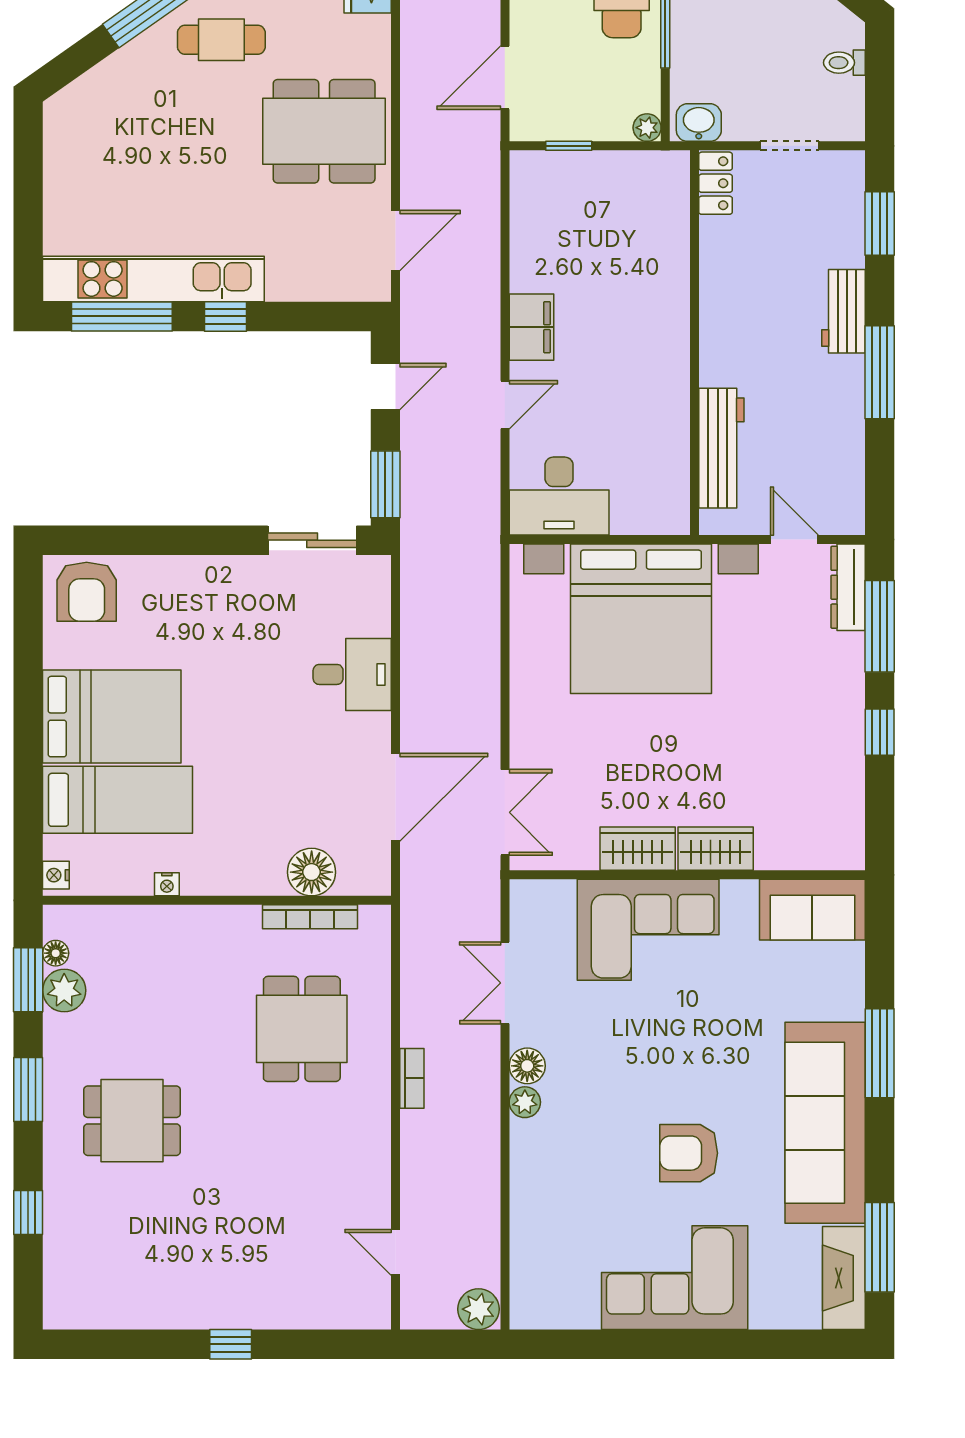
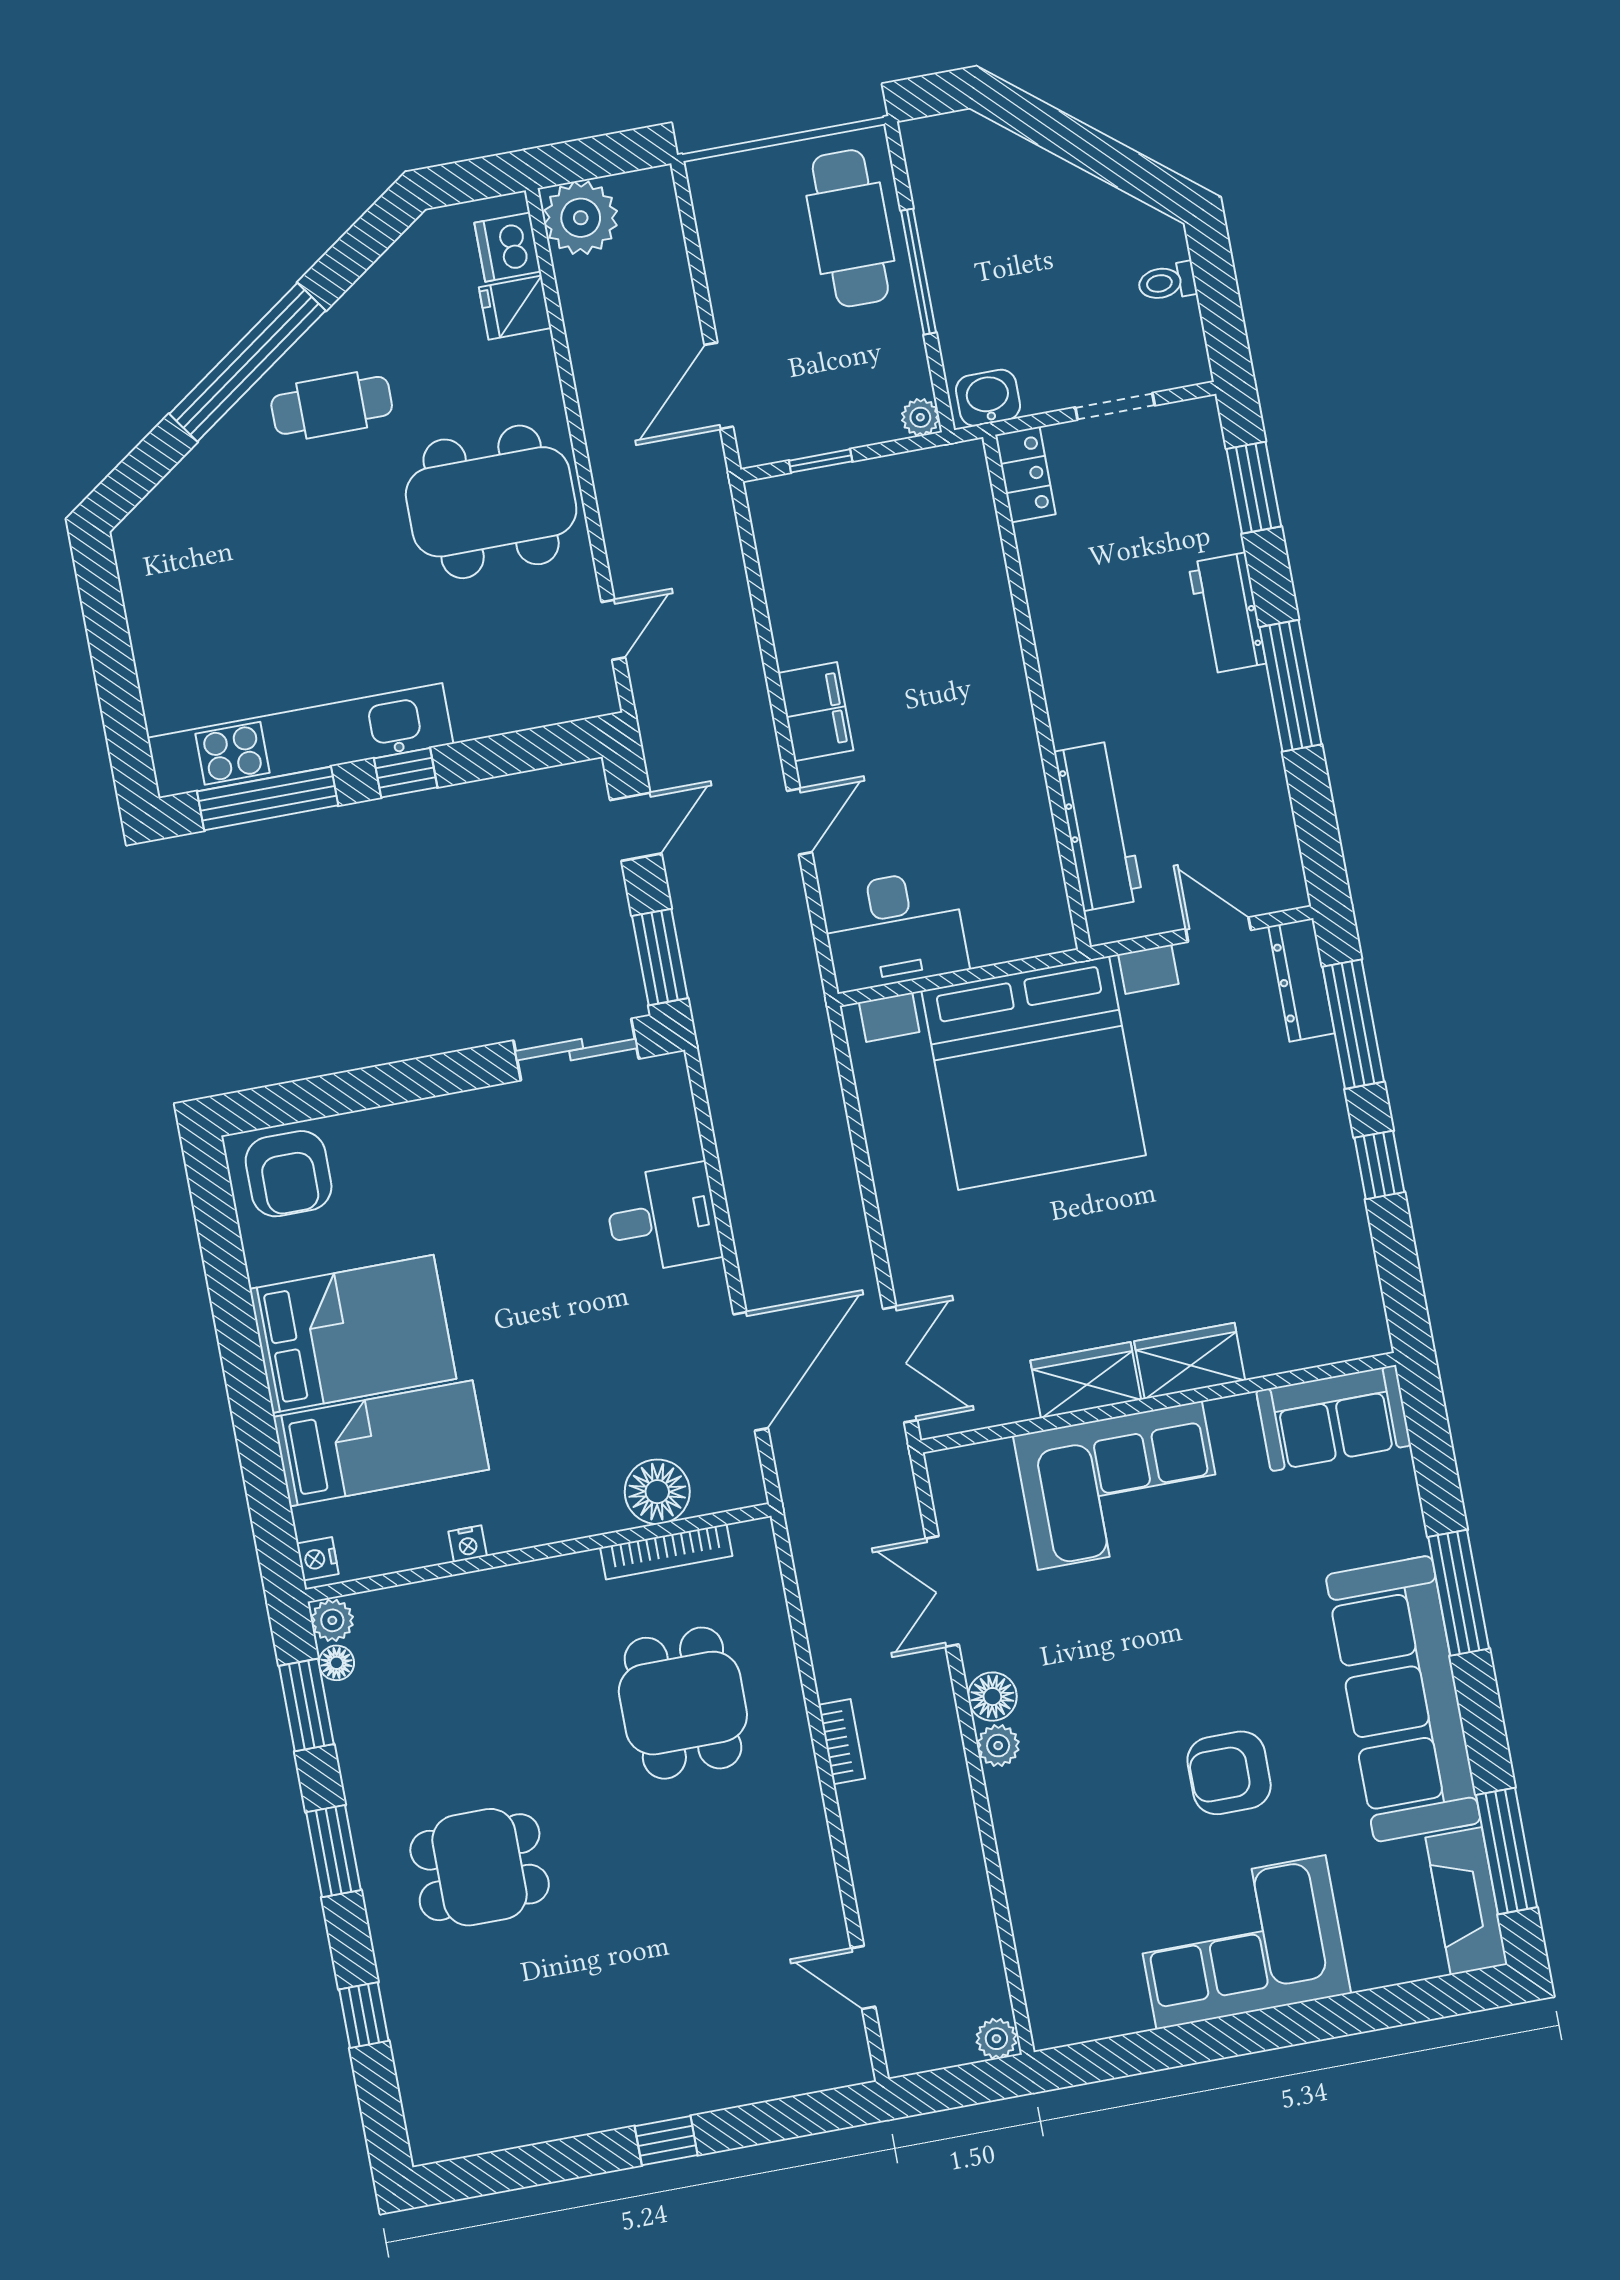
door: (396, 241) -> (613, 630), width x0.73
plant: (64, 990) -> (332, 1620), moved, width x0.73, depth x0.73
plant: (479, 1309) -> (996, 2039), width x0.73, depth x0.73

